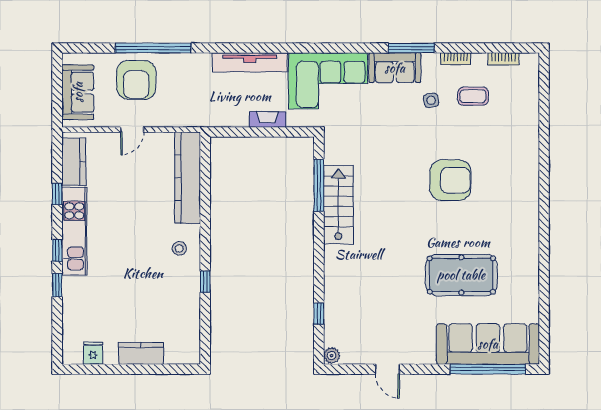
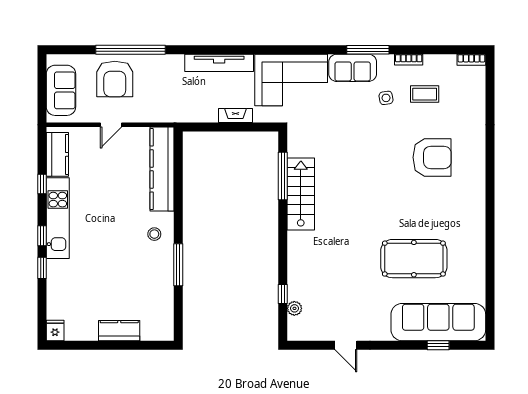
bookcase: (504, 59) -> (471, 60), moved
armchair: (450, 180) -> (432, 157), moved
window: (205, 282) -> (178, 265), width x2.17
fridge: (93, 353) -> (55, 331), moved
plant: (332, 356) -> (294, 308), moved
window: (488, 369) -> (438, 345), width x0.32

